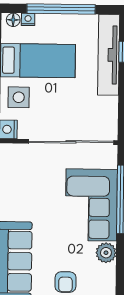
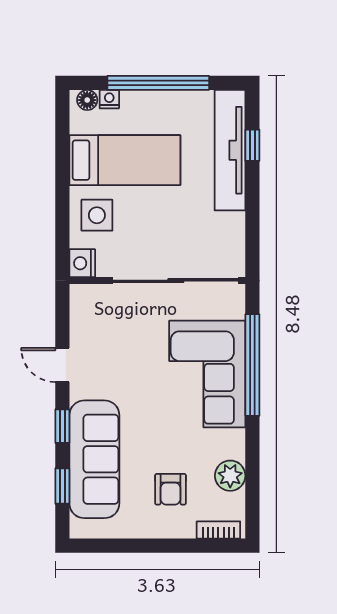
plant: (106, 253) -> (230, 476), moved

